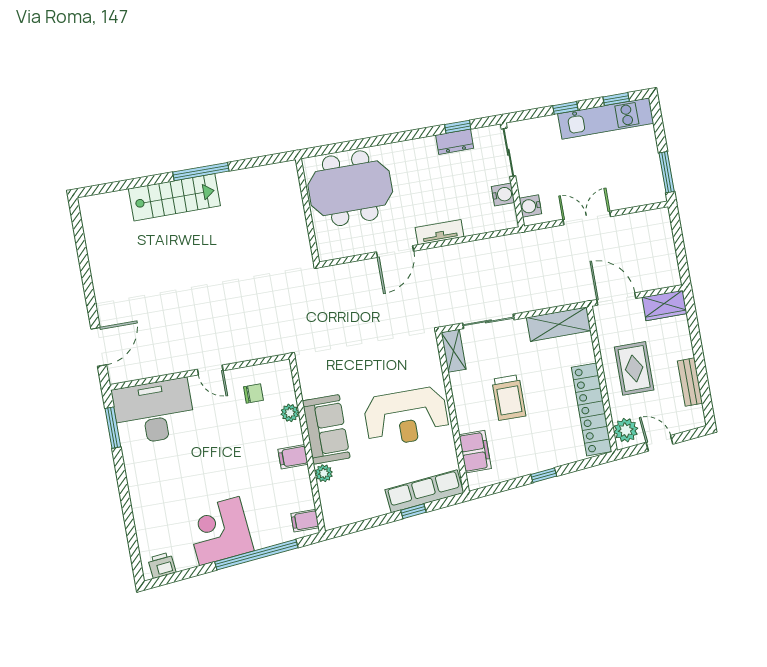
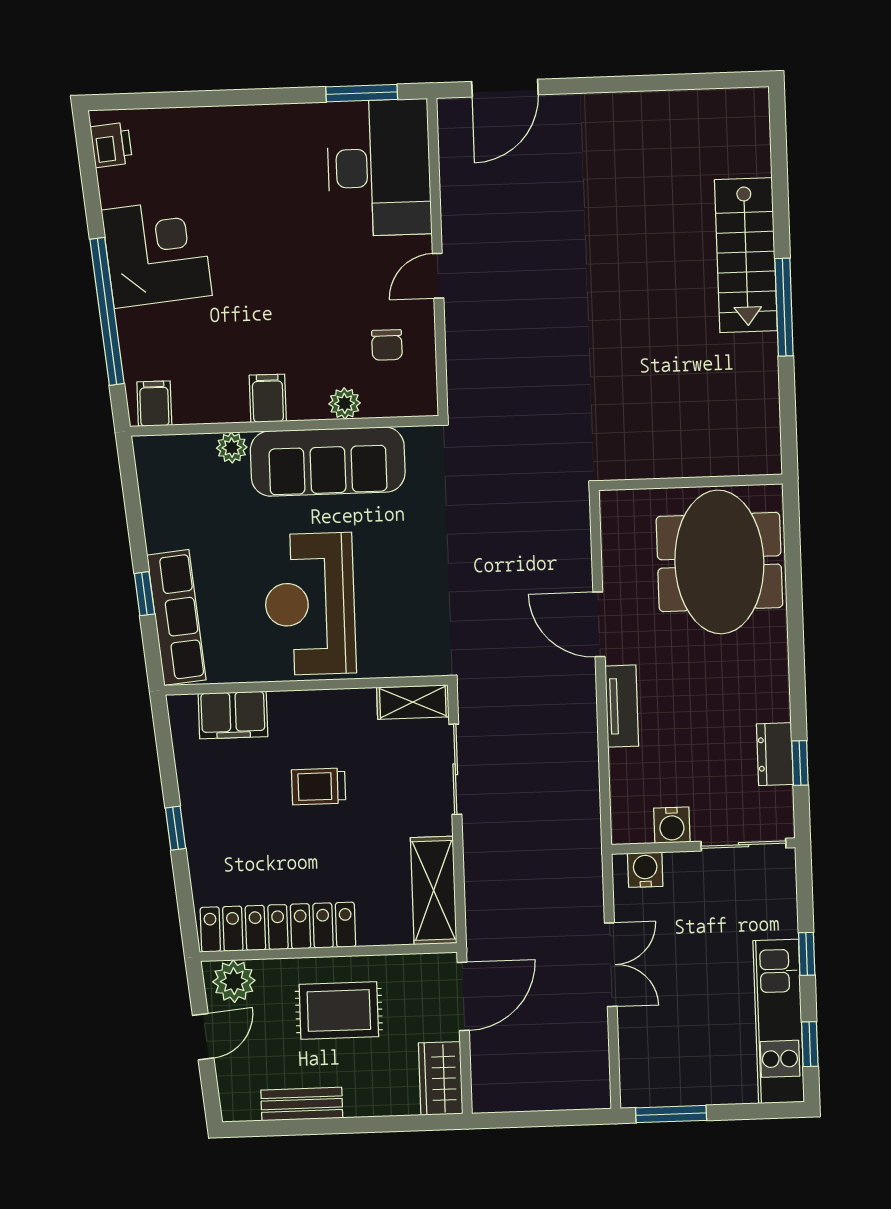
door: (99, 347) -> (505, 88), hinge flipped
trolley: (509, 398) -> (319, 786), width x0.73, depth x0.72
sofa: (326, 429) -> (328, 462), width x1.36

